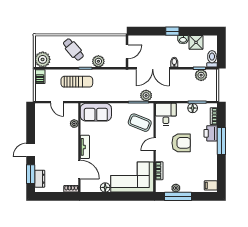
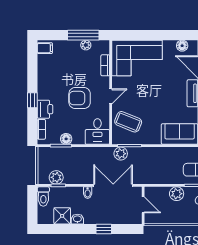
window: (172, 31) -> (104, 229), moved
door: (127, 52) -> (143, 205), swing flipped
window: (221, 141) -> (32, 100), width x0.46
floor lamp: (105, 187) -> (182, 46), moved

